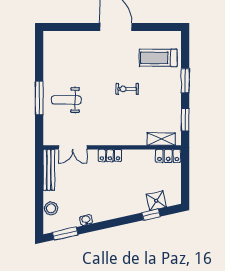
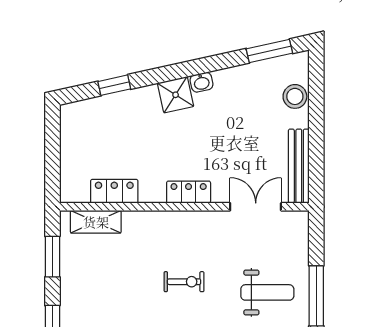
exercise bike: (127, 89) -> (184, 282), moved
locker: (168, 156) -> (114, 191), moved
shower: (156, 201) -> (176, 95), moved
washbasin: (86, 220) -> (202, 82), moved

